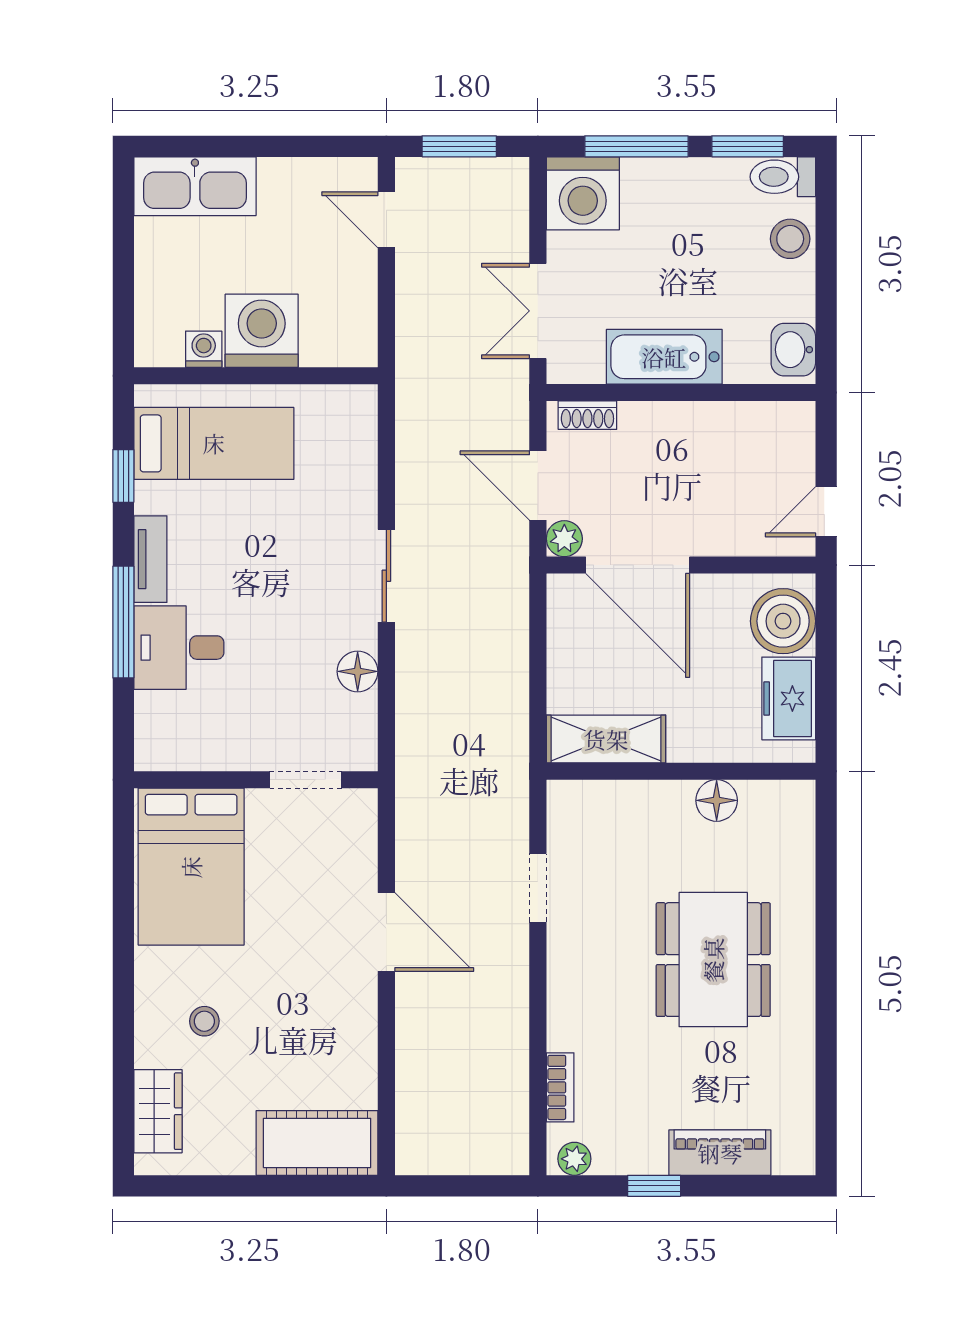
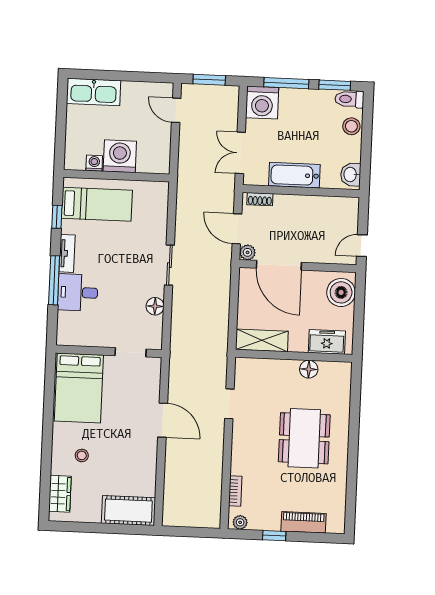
freezer: (789, 698) -> (327, 342), moved, turned 90

